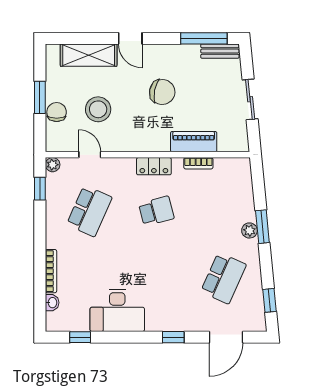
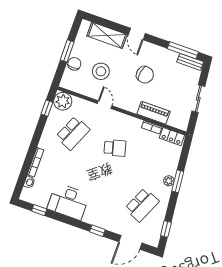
door: (90, 155) -> (105, 105), moved
plant: (53, 165) -> (63, 101), width x1.87, depth x1.87
locker: (154, 166) -> (172, 137), moved

